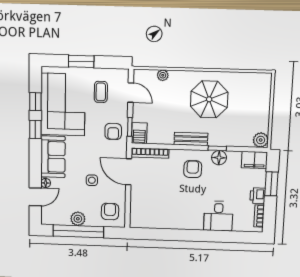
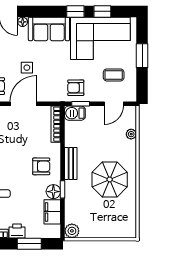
filing cabinet: (254, 160) -> (52, 212), moved
door: (129, 172) -> (23, 104), moved

